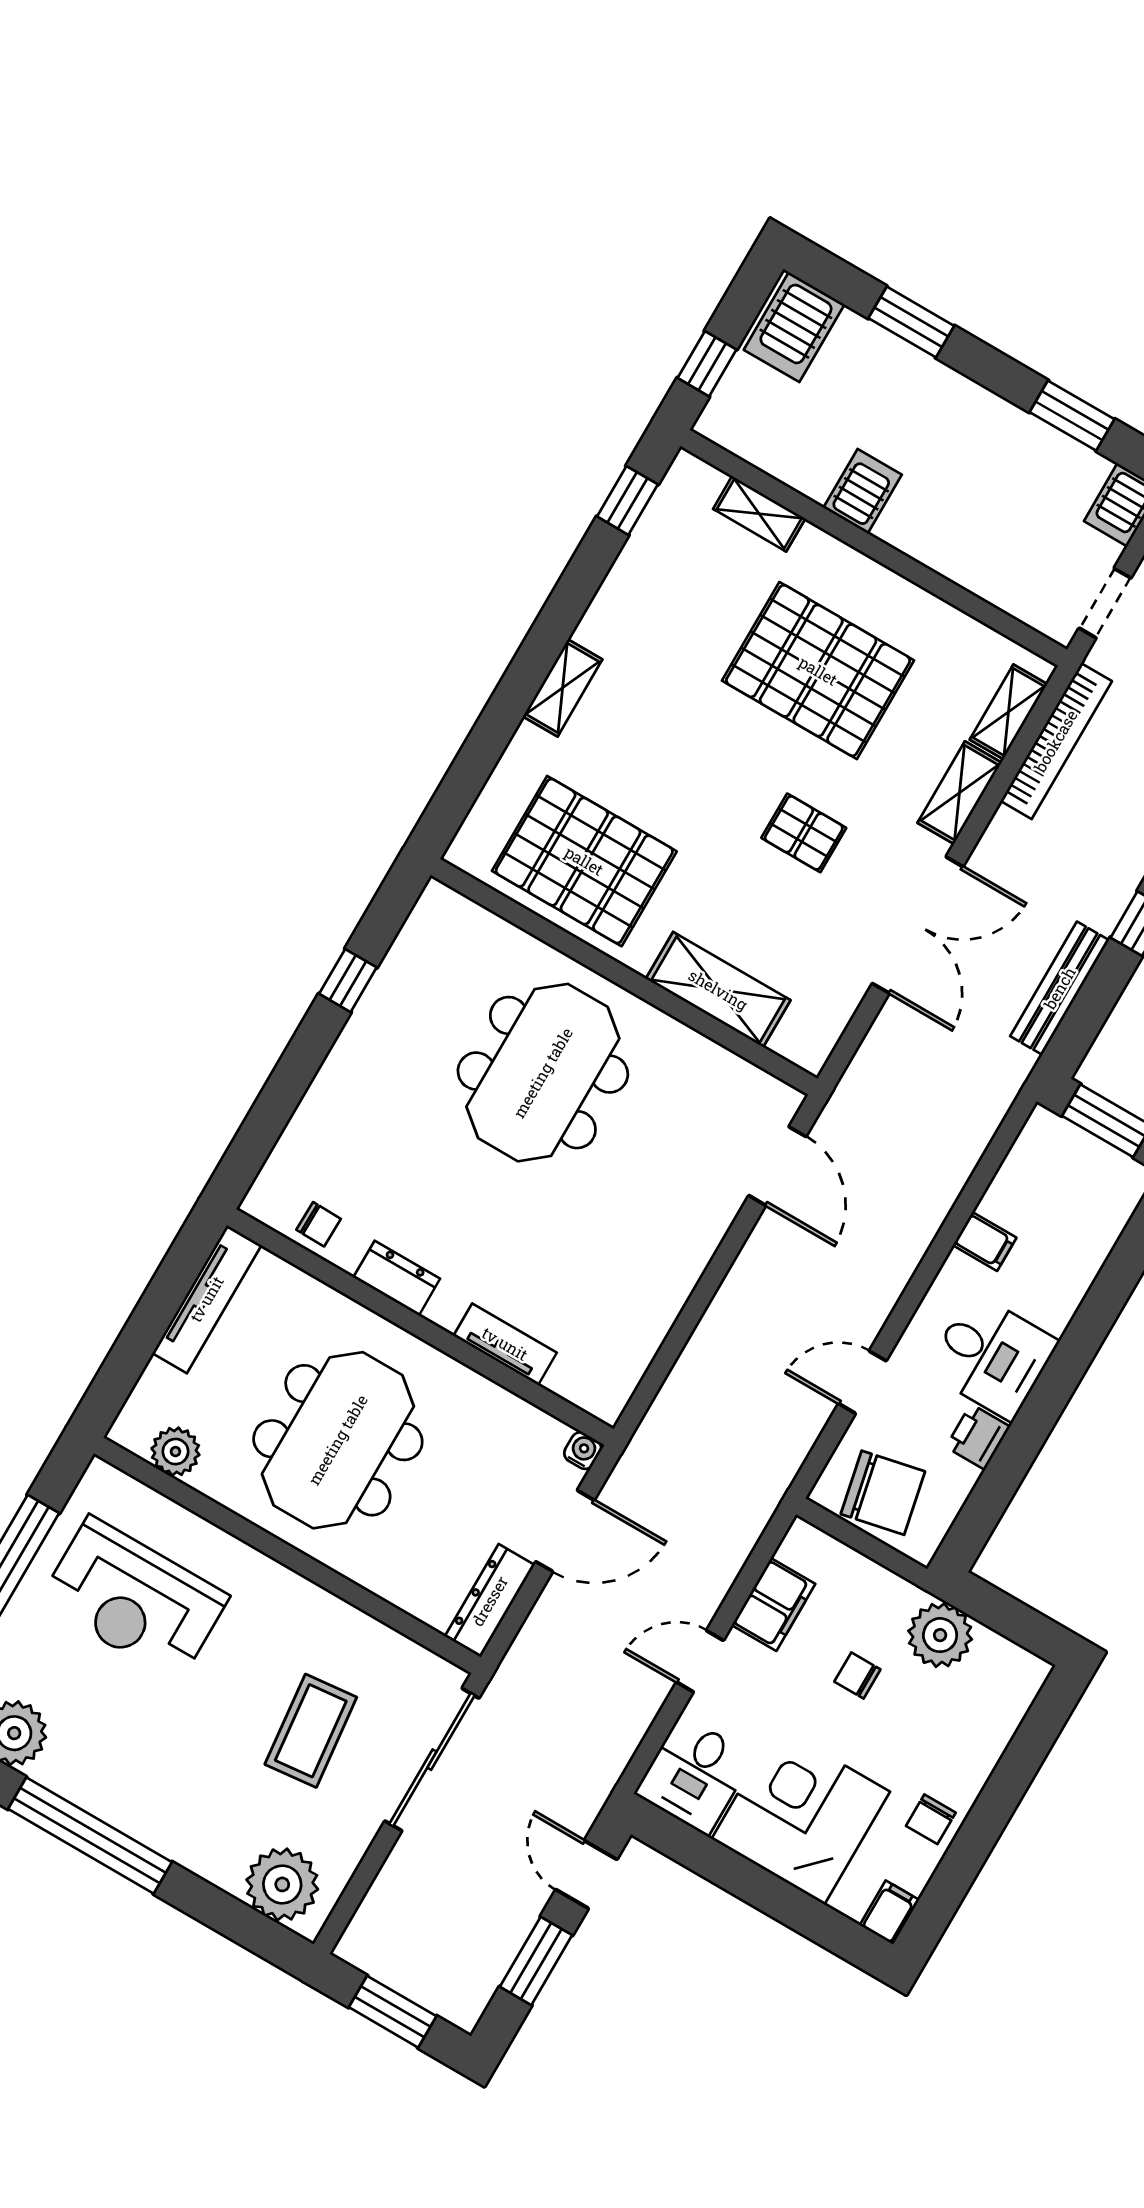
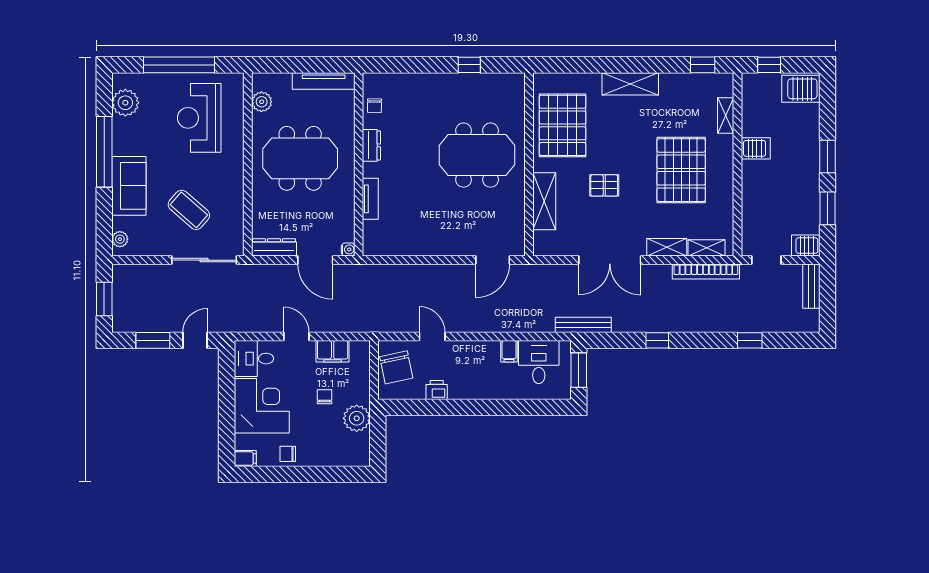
window: (911, 322) -> (827, 156), moved
shelving: (563, 688) -> (630, 84), width x1.50, depth x1.33
pallet: (804, 833) -> (604, 185), moved, turned 90
bench: (1060, 988) -> (583, 325), moved
desk: (992, 1356) -> (539, 362), moved, turned 180
coffee table: (311, 1731) -> (189, 210), turned 47
sofa: (189, 1825) -> (129, 186), added
plant: (282, 1884) -> (120, 239), width x0.53, depth x0.53

